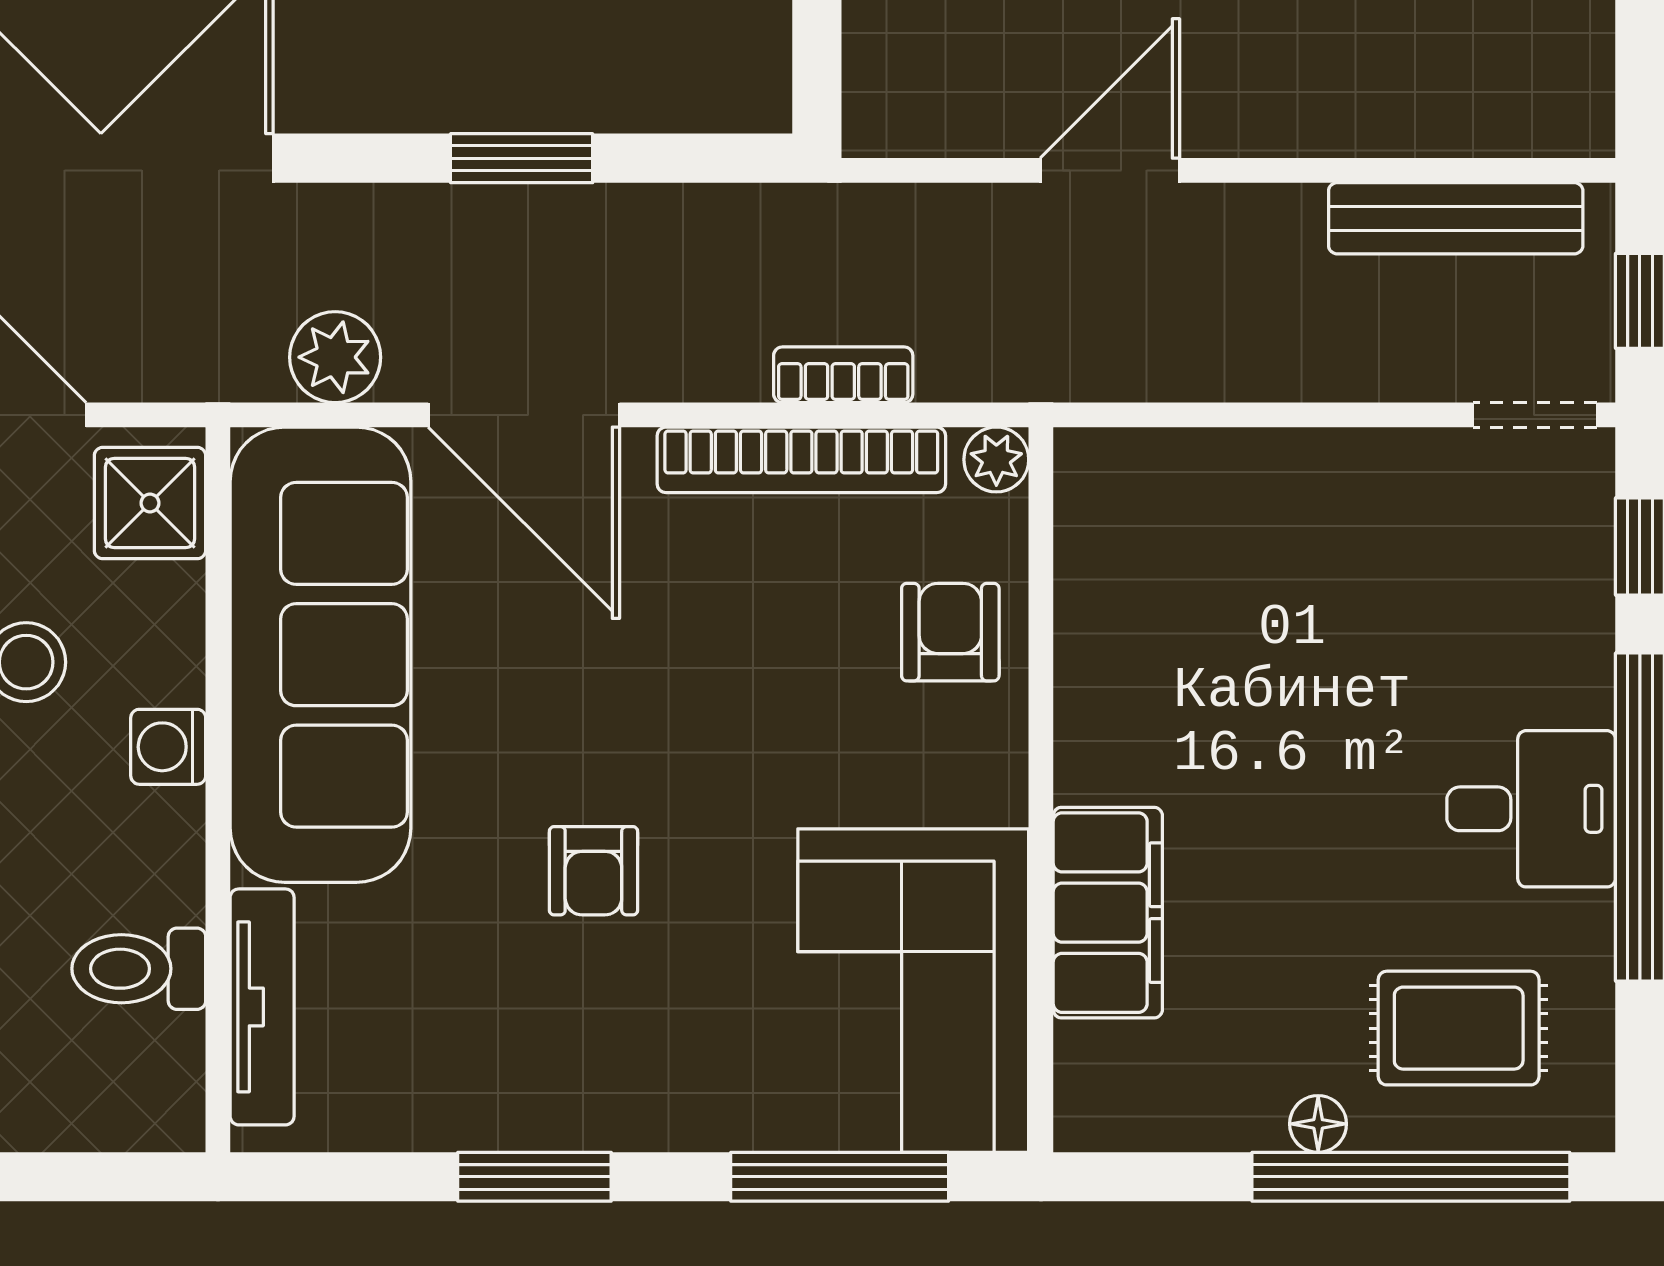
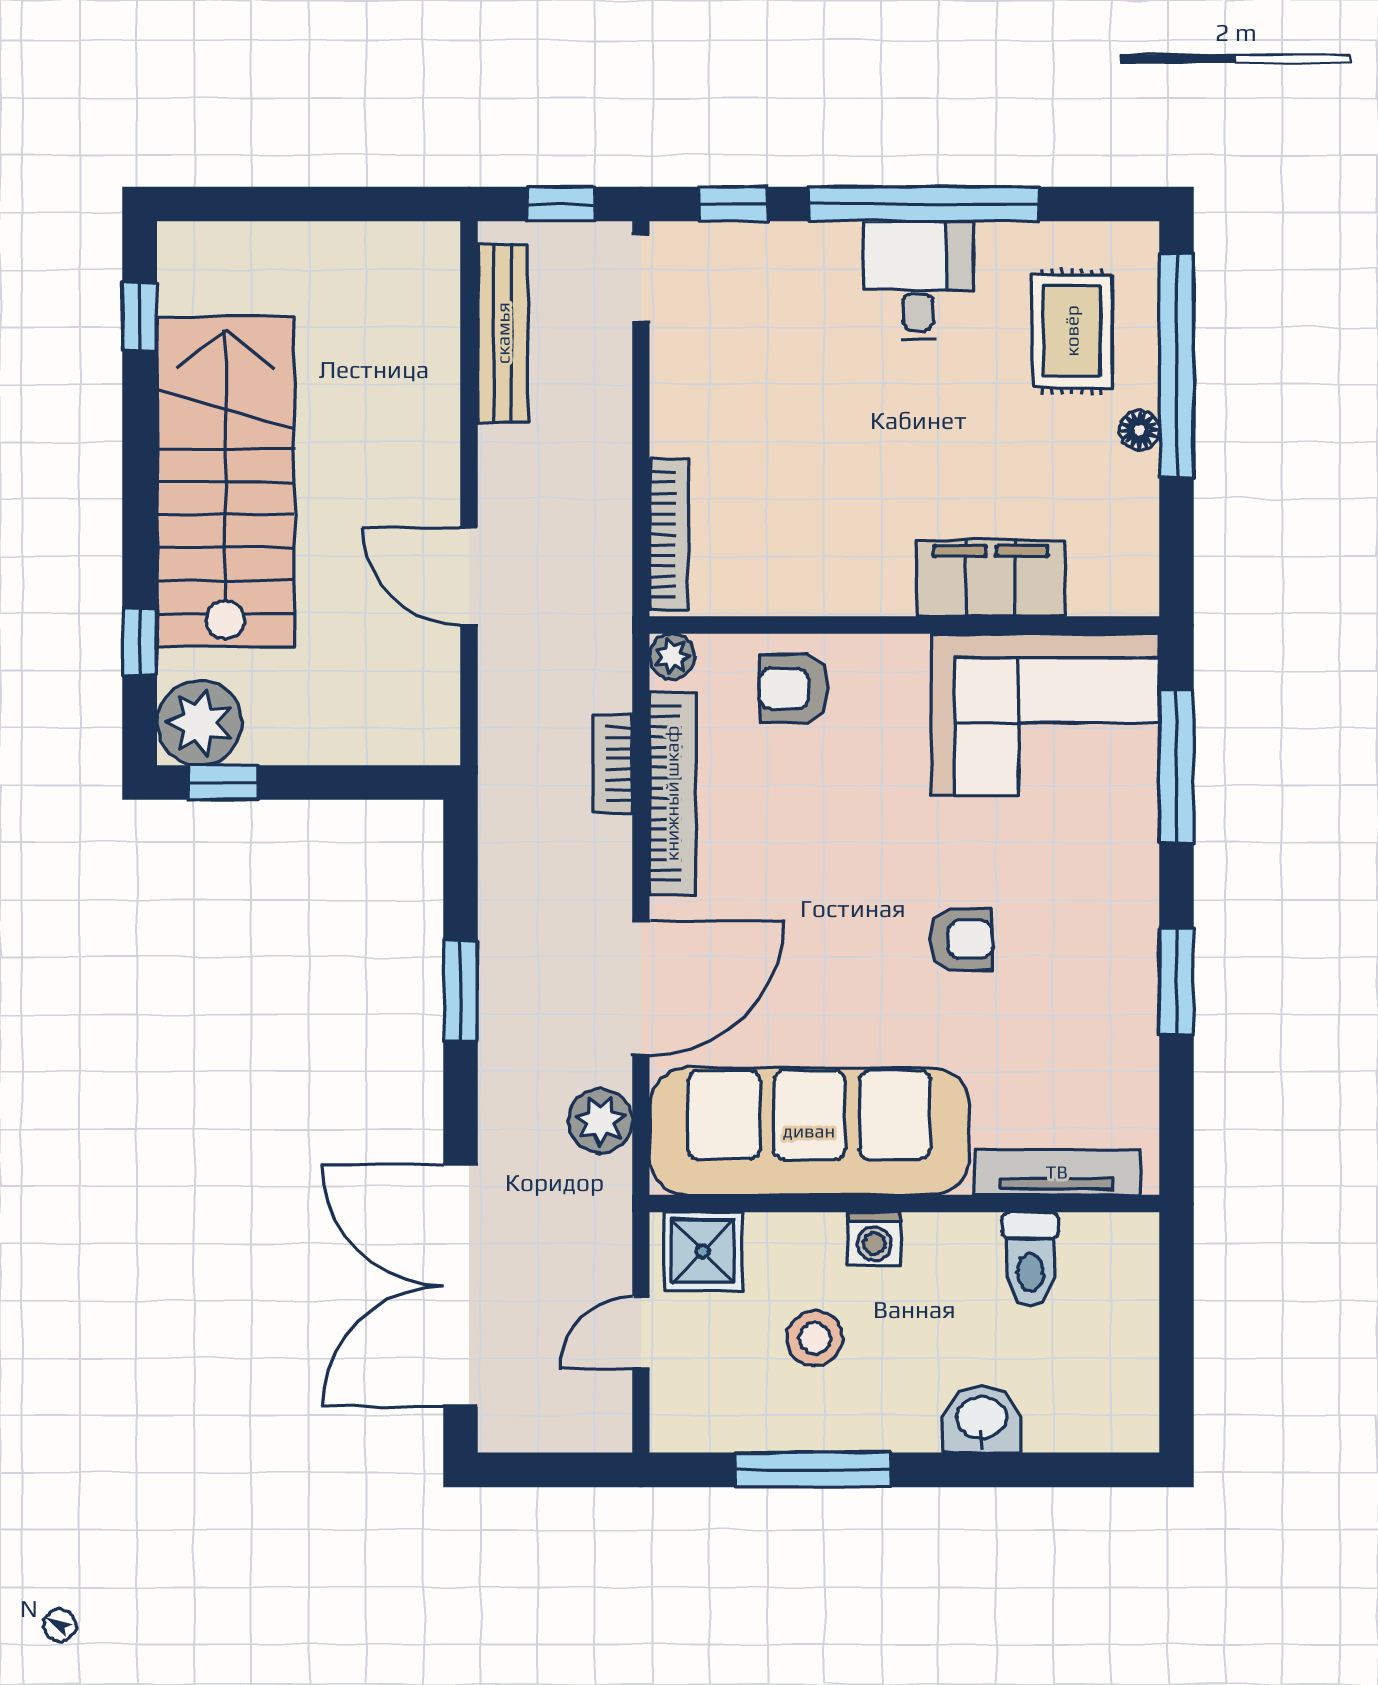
bookcase: (1170, 455) -> (669, 534), added

